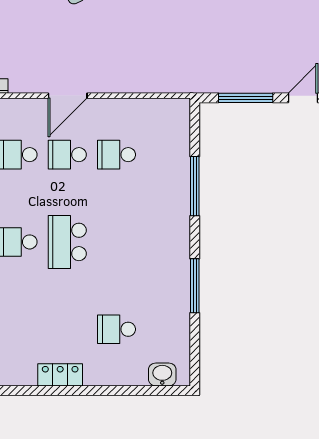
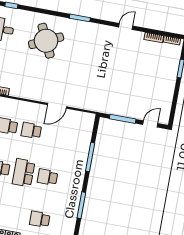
door: (68, 96) -> (57, 106), moved
school desk: (117, 155) -> (47, 177), moved

